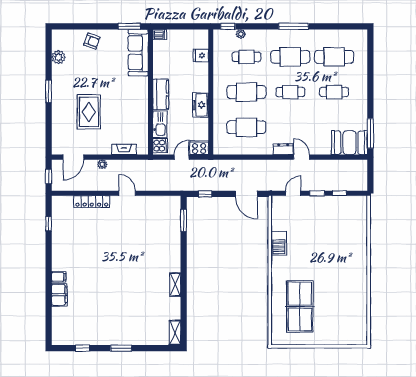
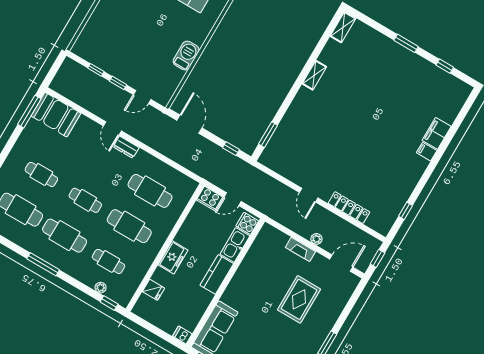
freezer: (200, 105) -> (173, 257), moved
fireplace: (124, 149) -> (300, 249), moved

